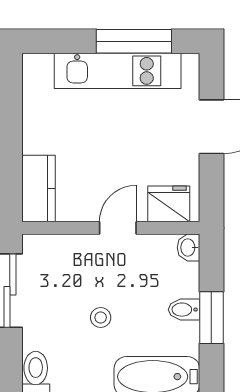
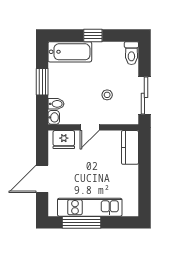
bidet: (184, 310) -> (56, 104), moved
stool: (101, 318) -> (107, 95), moved

